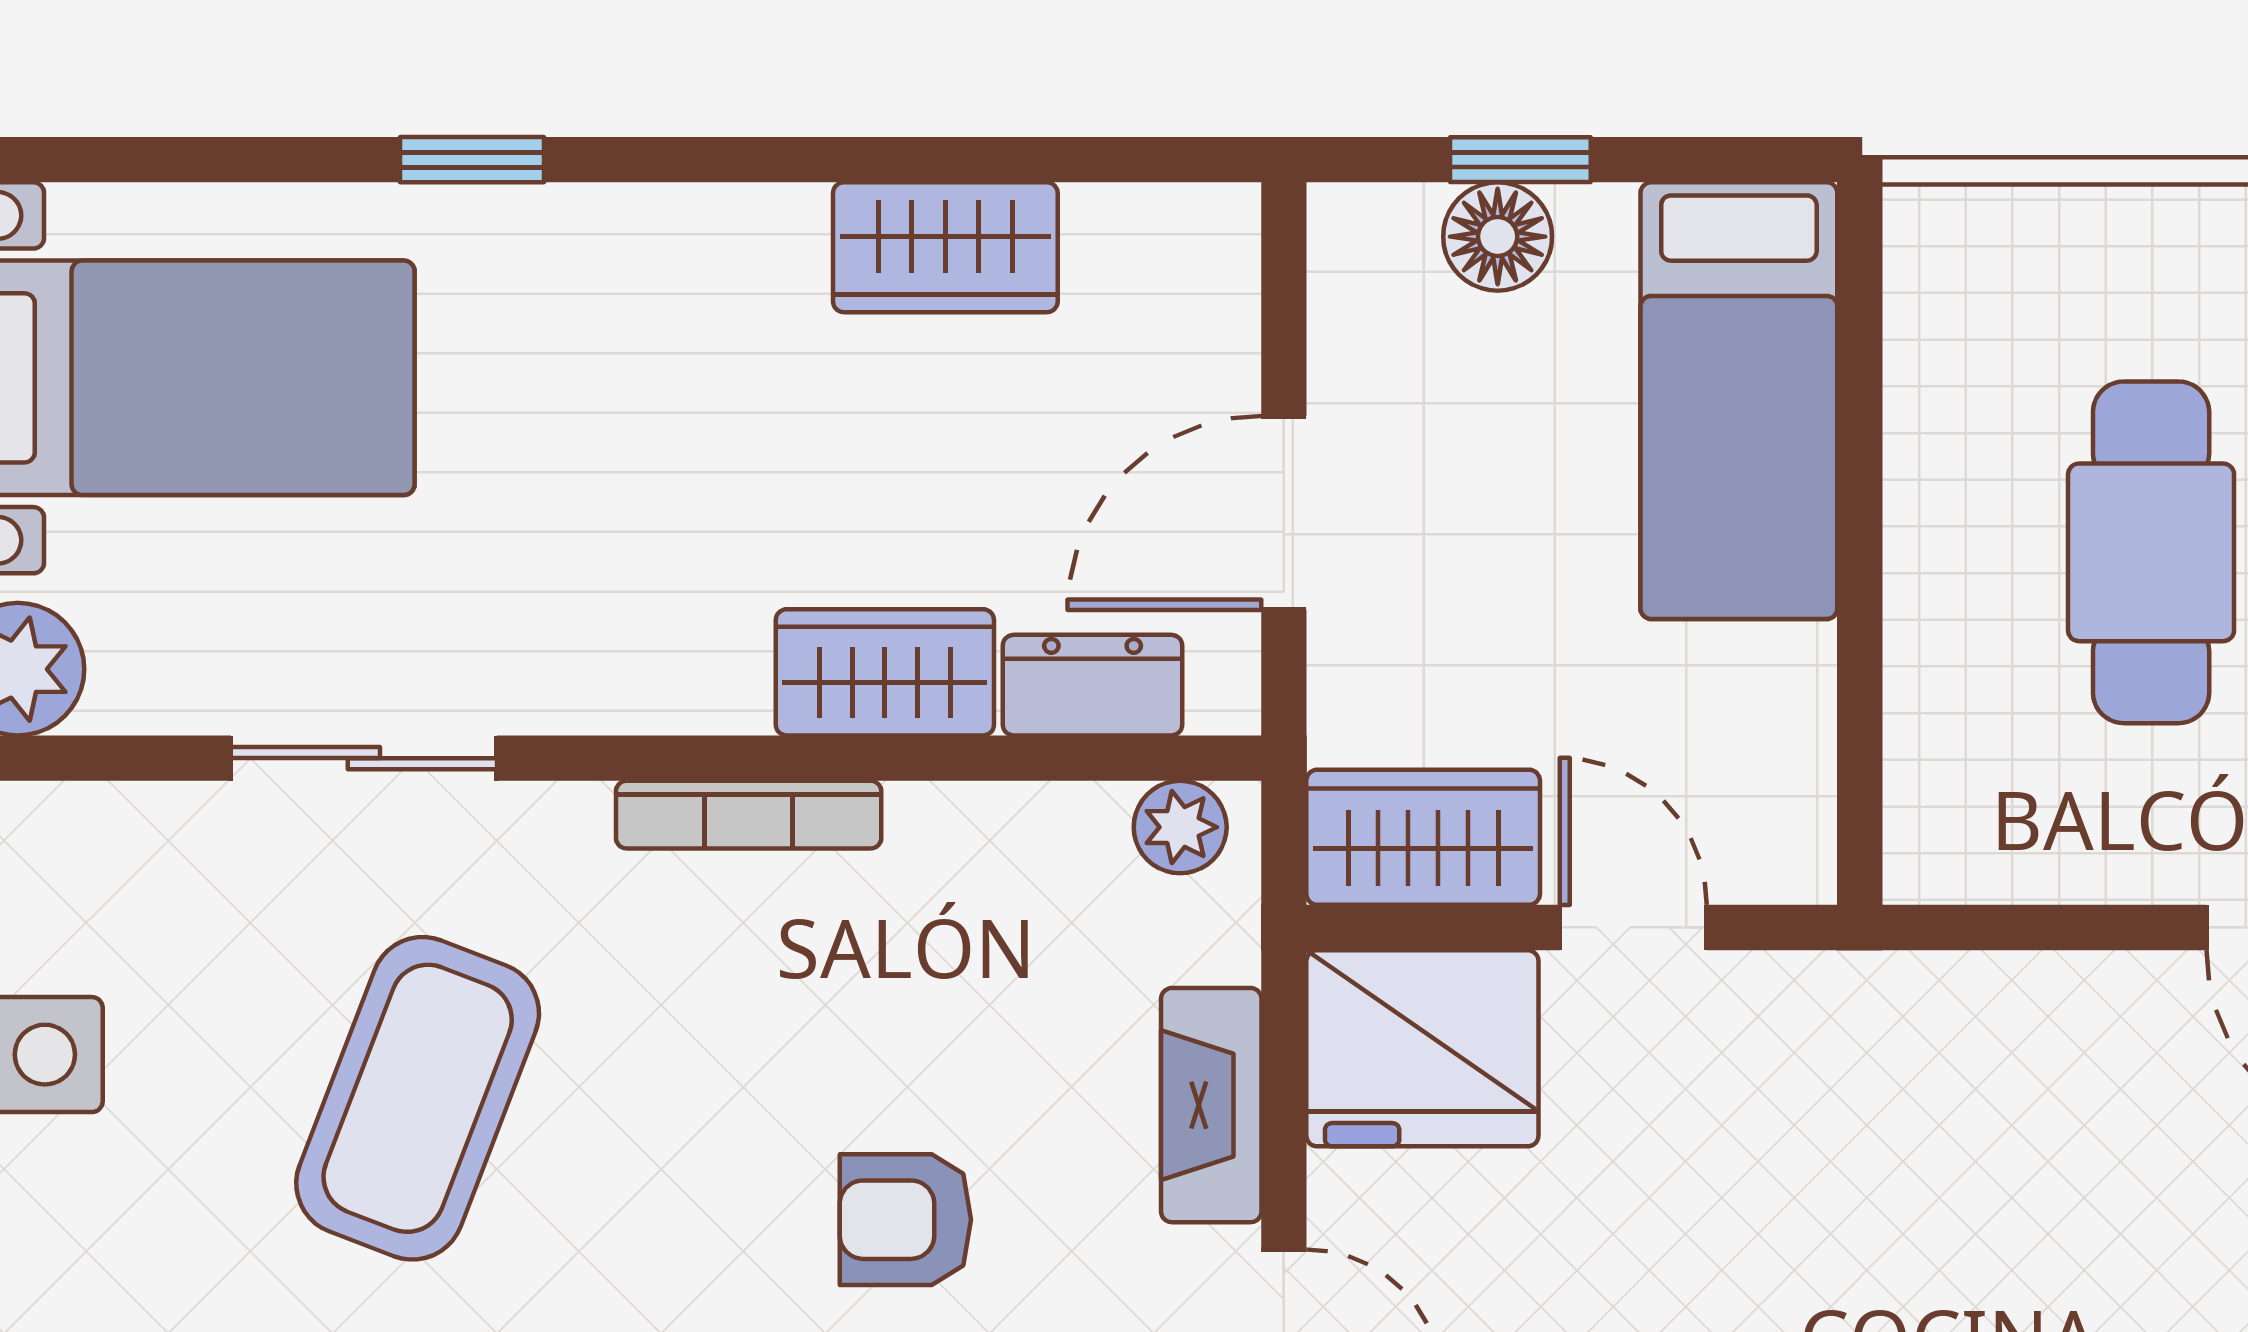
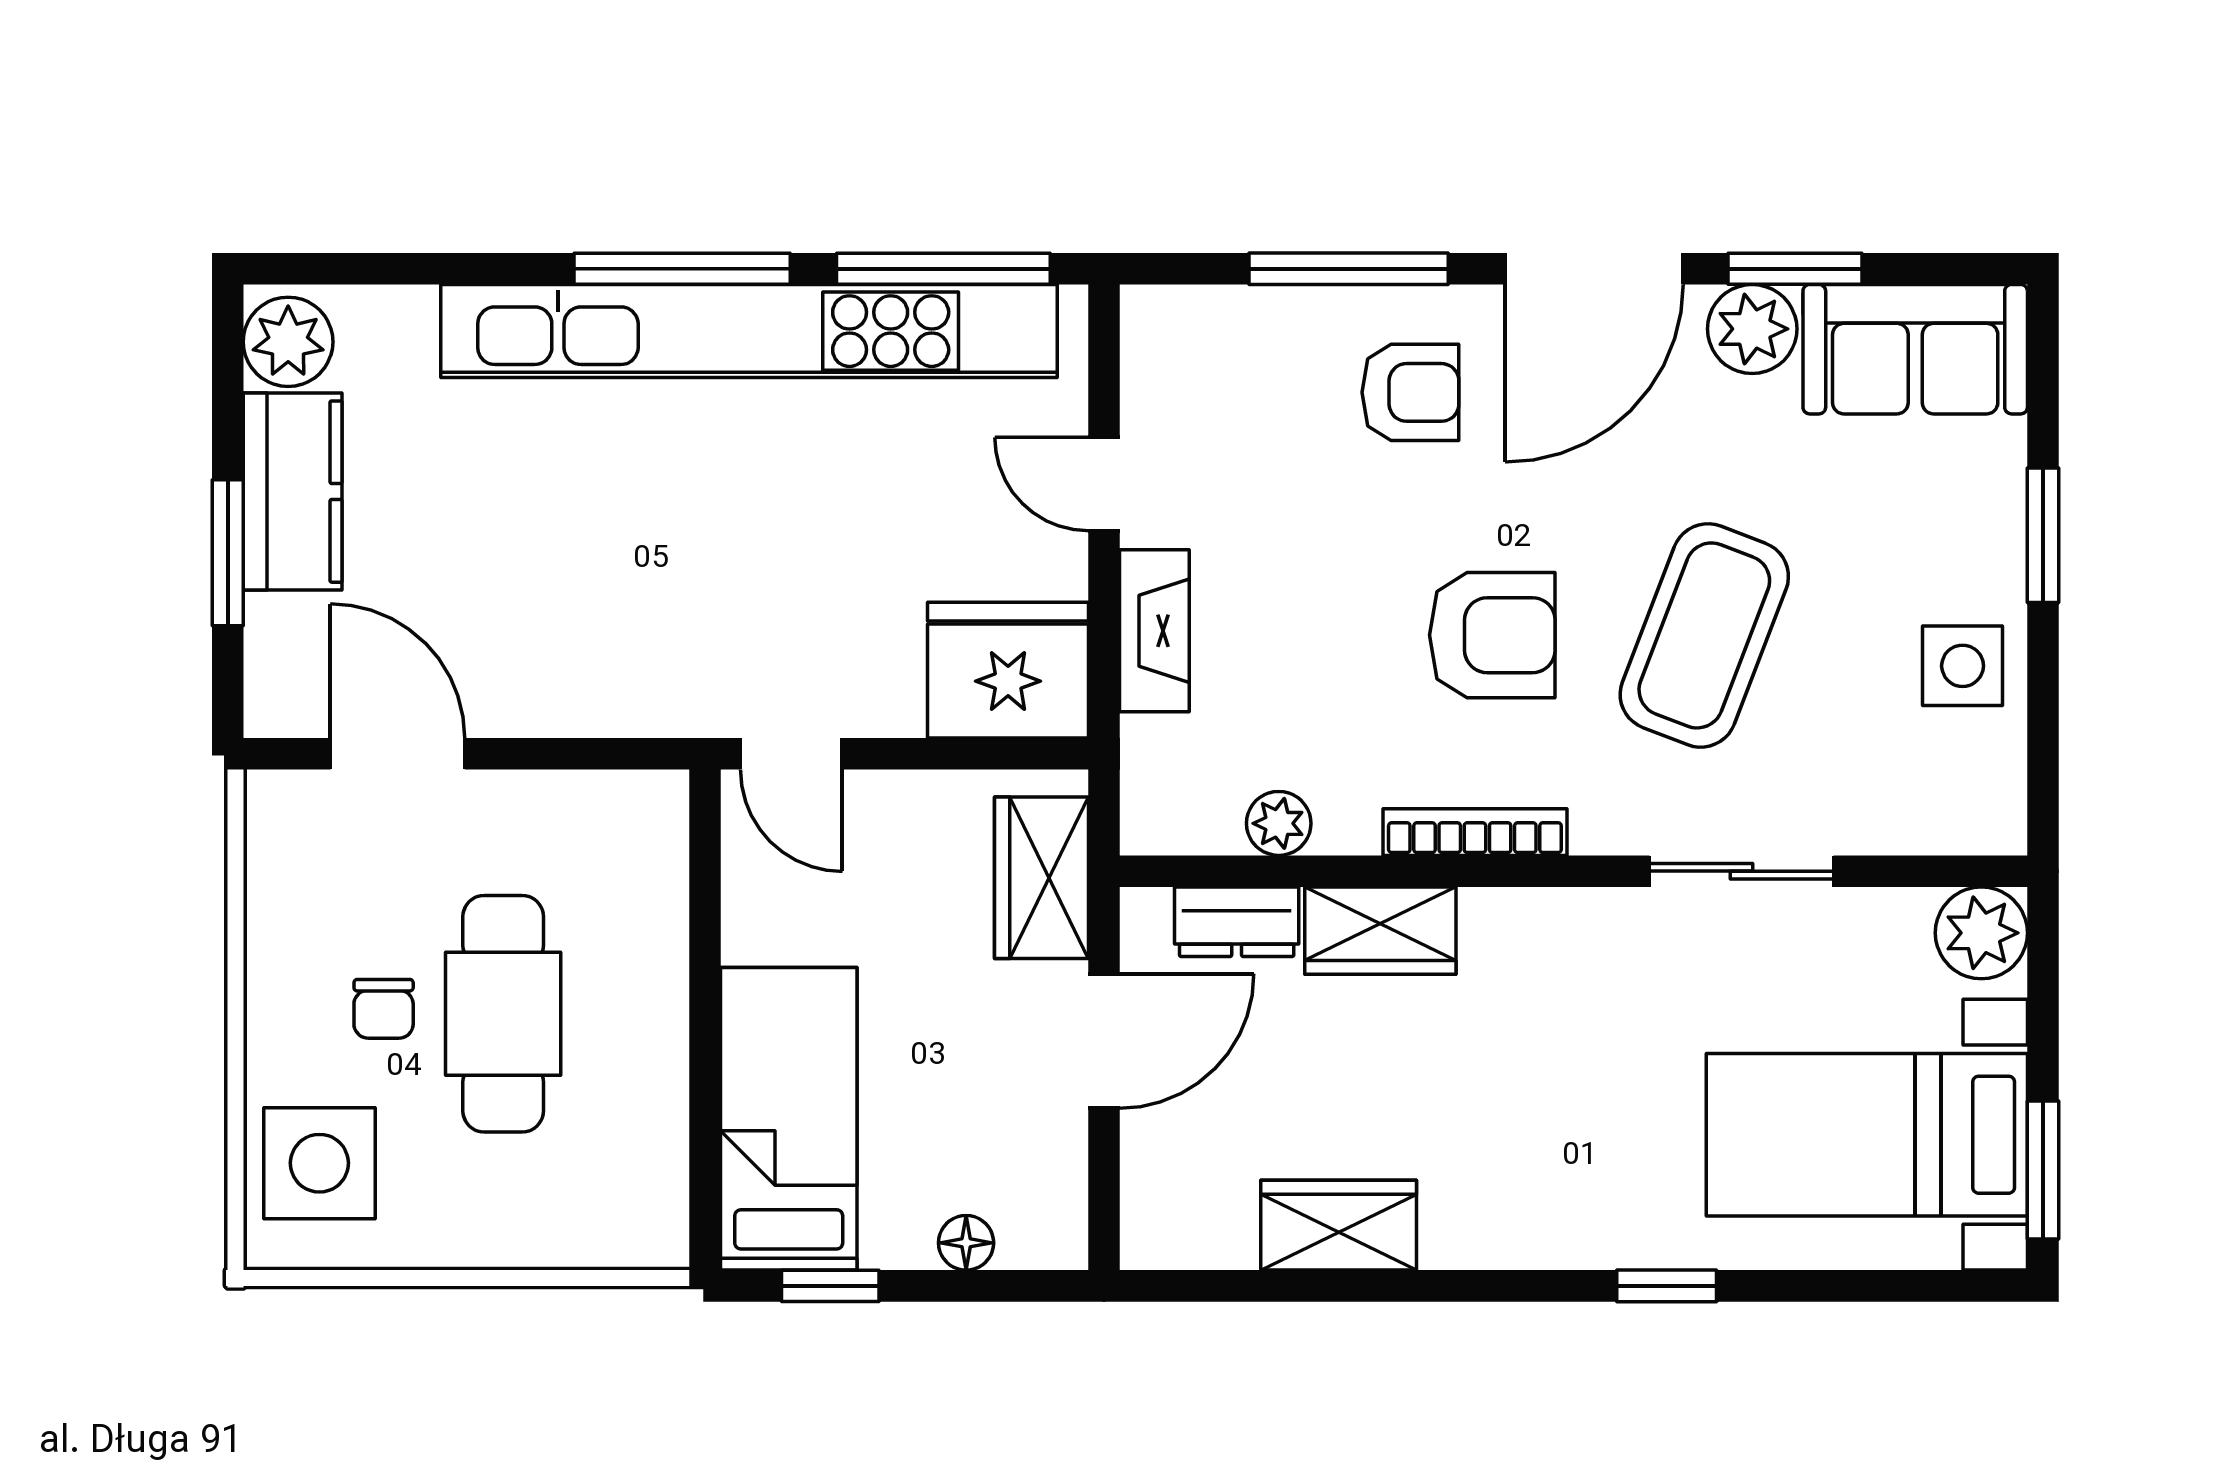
window: (1520, 160) -> (830, 1286), moved
floor lamp: (1498, 237) -> (966, 1243), width x0.73, depth x0.73
plant: (1180, 827) -> (1279, 823), moved
wardrobe: (1423, 837) -> (1041, 878), moved, turned 90
door: (1633, 927) -> (791, 754), moved
armchair: (905, 1220) -> (1492, 635), moved, width x1.38, depth x1.38

